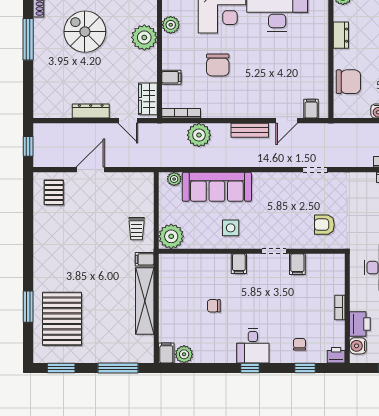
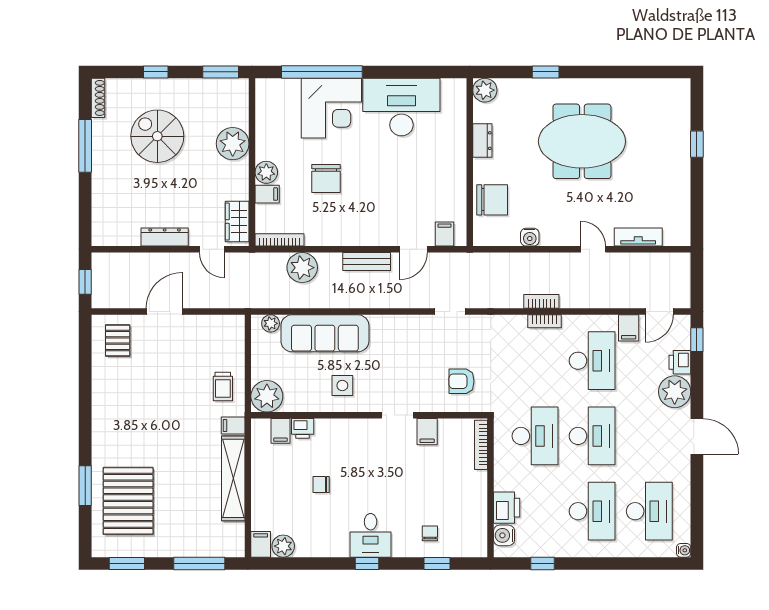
plant: (171, 25) -> (266, 172), moved
filing cabinet: (239, 264) -> (280, 431), moved
bookcase: (340, 308) -> (481, 445), moved, width x1.56
printer: (336, 355) -> (303, 428), moved, turned 180

